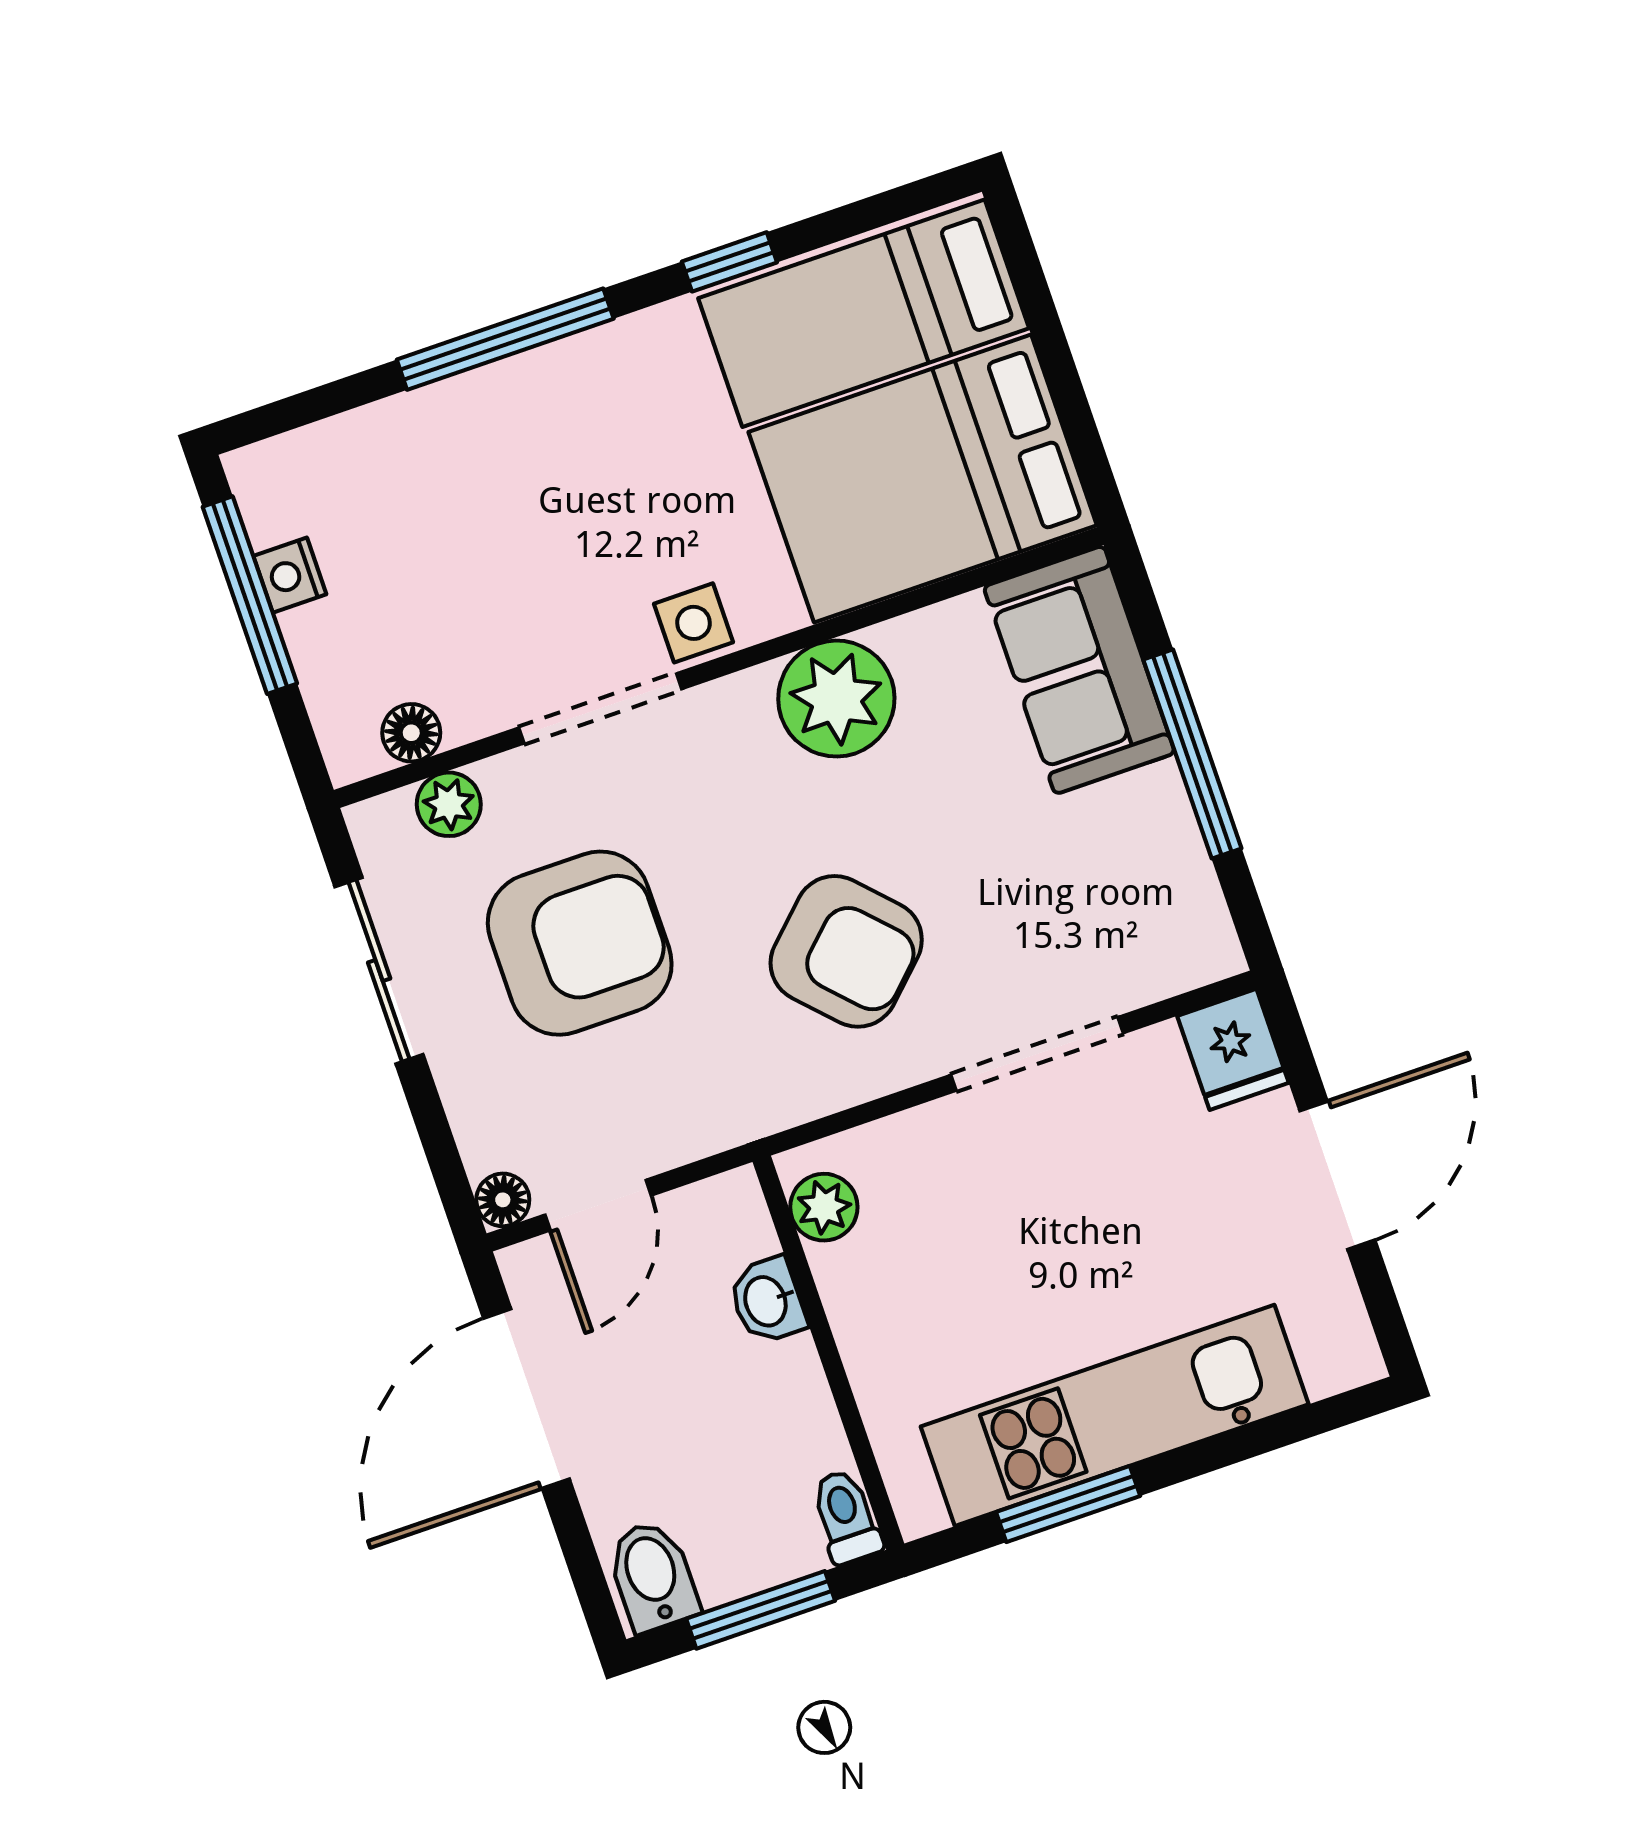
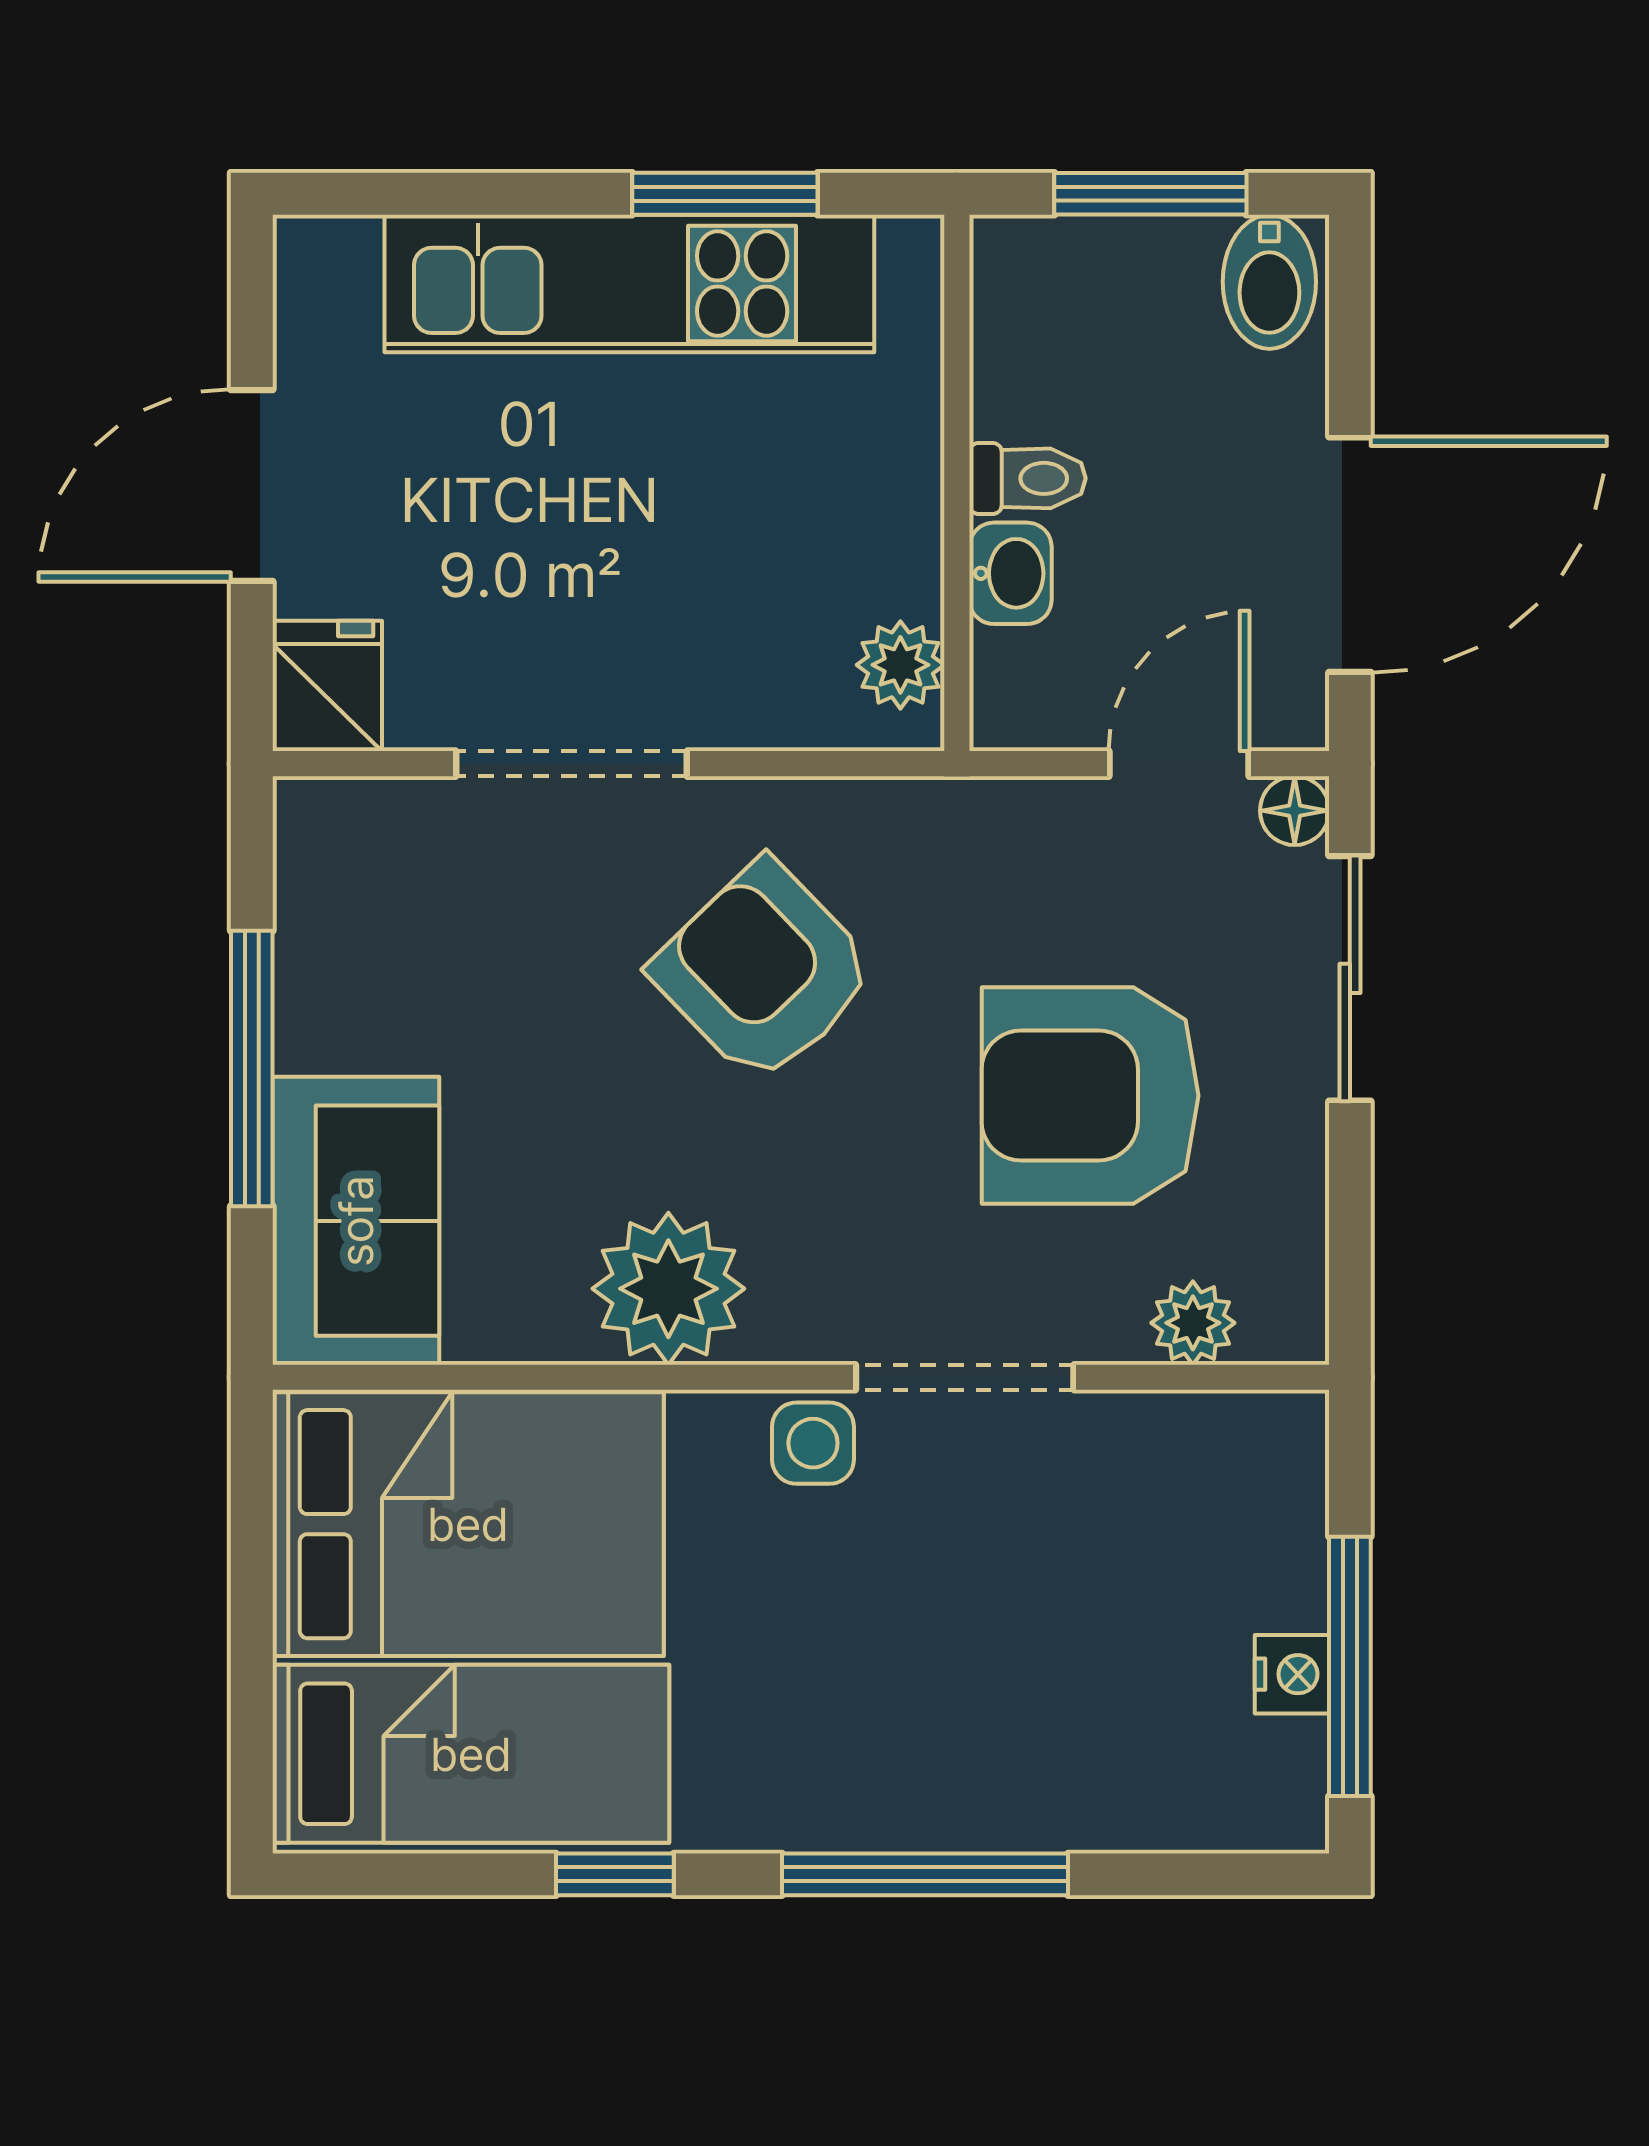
floor lamp: (411, 733) -> (1209, 1427), removed
sliding door: (379, 971) -> (1350, 978), moved
toilet: (846, 1517) -> (1027, 478), moved, turned -90

